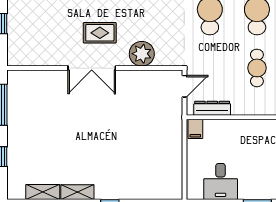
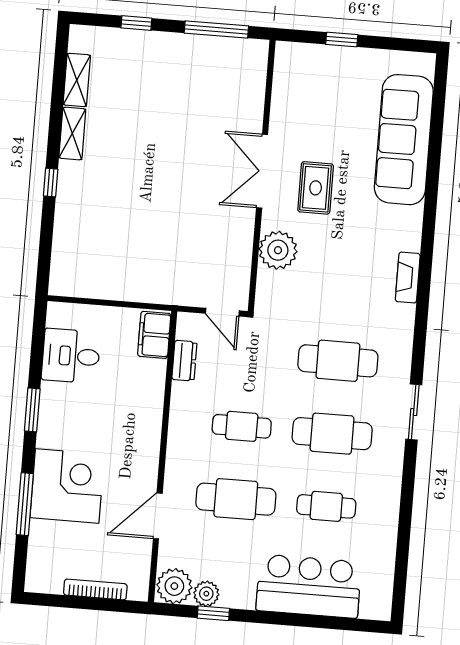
dresser: (212, 108) -> (184, 361), width x0.70
filing cabinet: (195, 129) -> (154, 335), width x2.00

